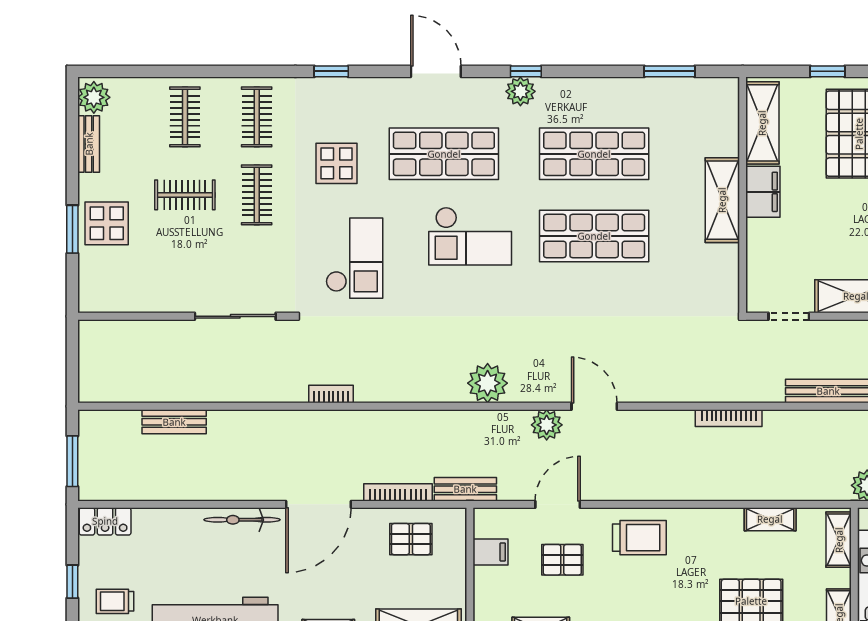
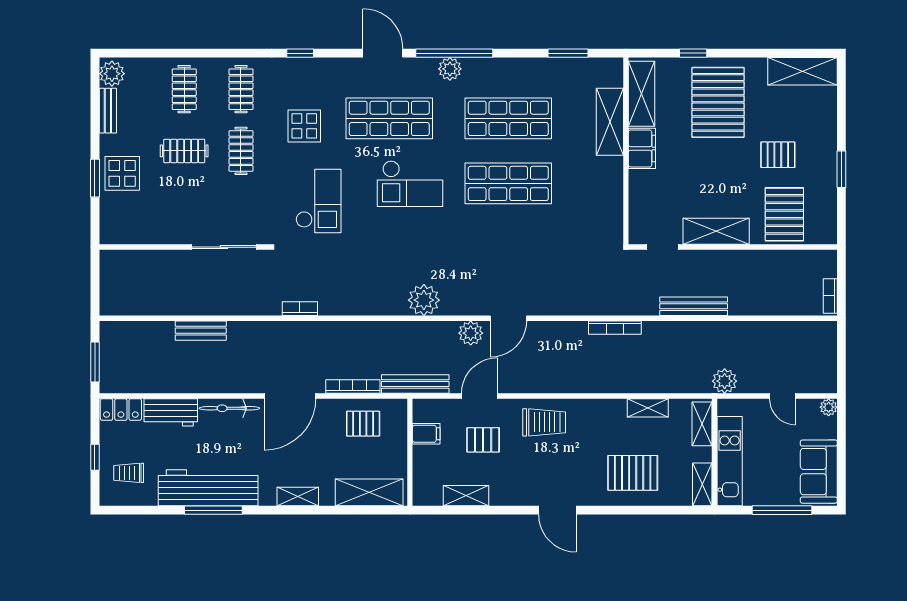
window: (526, 71) -> (454, 53), width x3.17
shelving: (722, 200) -> (610, 122), moved
door: (594, 406) -> (508, 318), swing flipped
bench: (174, 422) -> (201, 331), moved
bench: (465, 489) -> (415, 384), width x1.36
workbench: (168, 525) -> (171, 412), added

